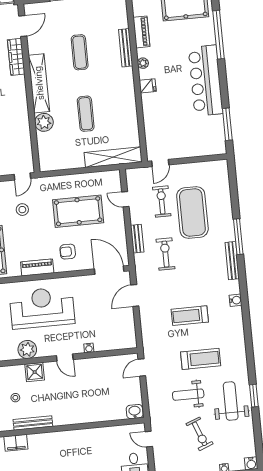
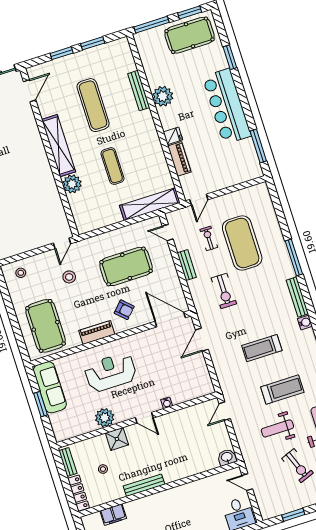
piano: (141, 32) -> (179, 159), moved
window: (218, 35) -> (230, 57), width x0.47
exercise mat: (80, 52) -> (93, 105), width x1.36, depth x1.45
wardrobe: (16, 57) -> (30, 124), removed
plant: (143, 63) -> (163, 96), width x1.88, depth x1.88
fridge: (148, 86) -> (173, 136), moved
door: (125, 199) -> (168, 233), moved
exercise bike: (162, 201) -> (209, 238), width x0.73, depth x0.72
bench: (137, 239) -> (187, 265), moved
armchair: (68, 252) -> (124, 310), turned -136
exercise bike: (165, 254) -> (224, 291), turned 180
bench: (232, 261) -> (297, 297), moved
reception desk: (42, 308) -> (111, 372), width x0.74, depth x0.77
bench: (33, 423) -> (144, 485), moved

